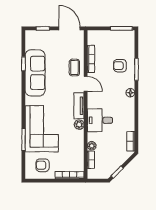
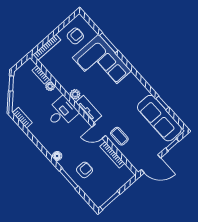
sofa: (35, 73) -> (159, 118), moved

